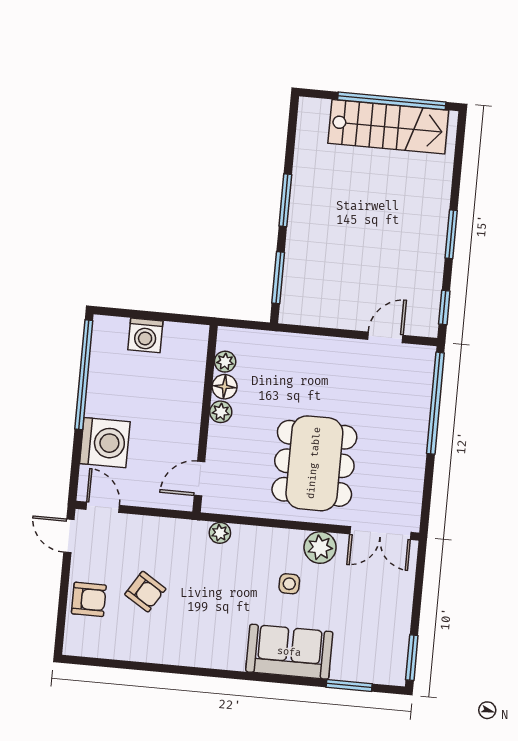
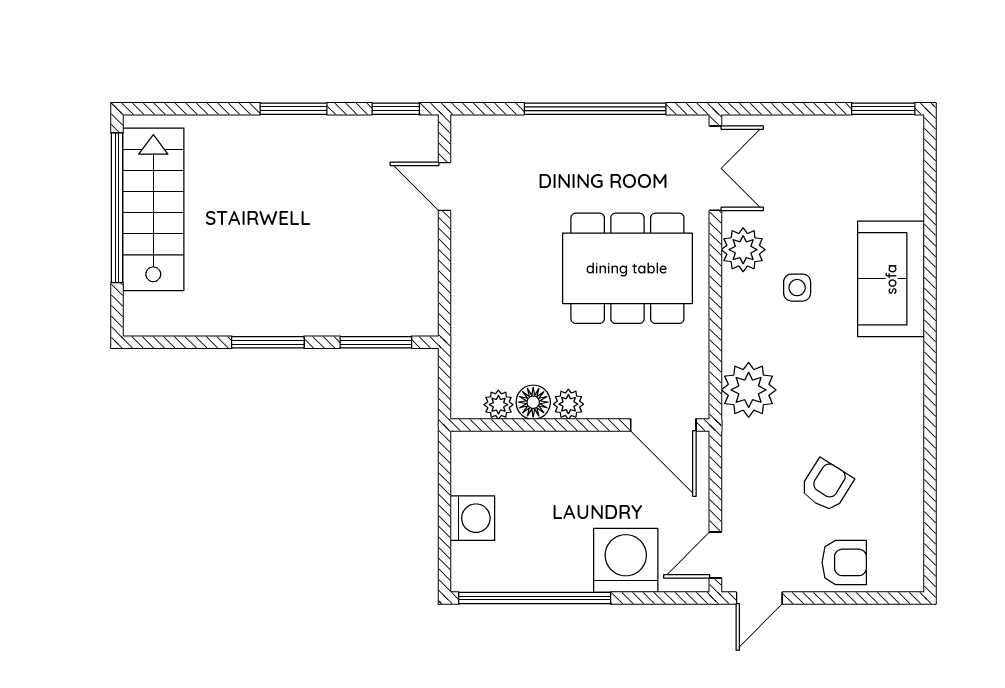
window: (435, 403) -> (595, 109), moved
door: (200, 479) -> (663, 425), width x1.38
plant: (220, 533) -> (749, 390), width x1.88, depth x1.88
armchair: (89, 599) -> (844, 562), turned 90
window: (349, 685) -> (930, 192), removed

